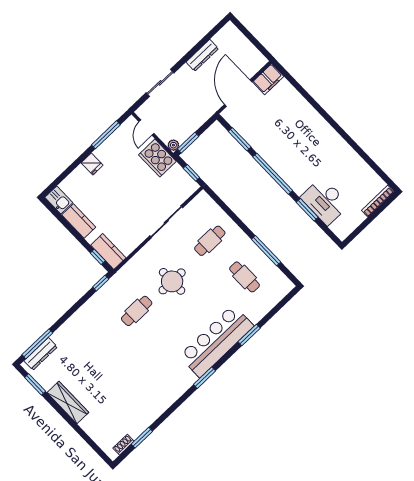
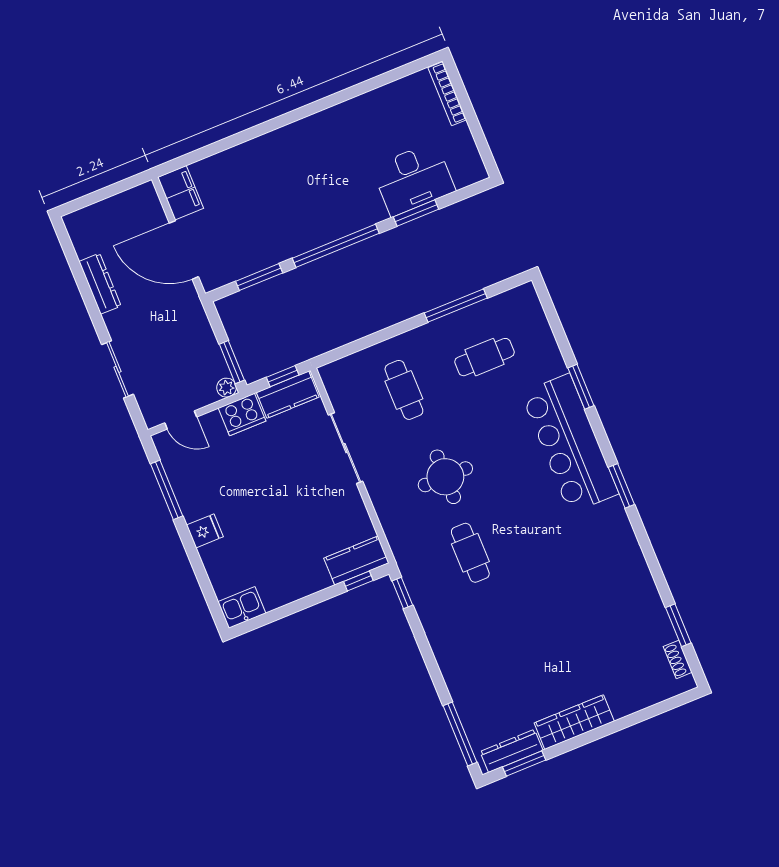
cooker: (157, 158) -> (242, 414), width x0.73, depth x0.76
kitchen counter: (79, 221) -> (288, 395), moved, turned 180
dresser: (41, 354) -> (511, 751), moved, turned -90

